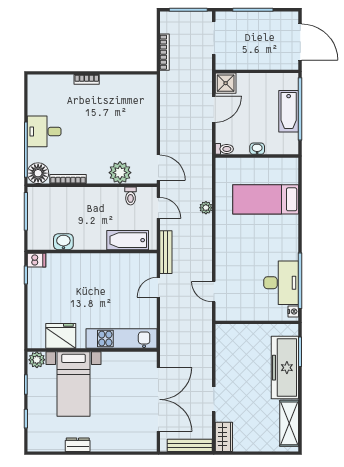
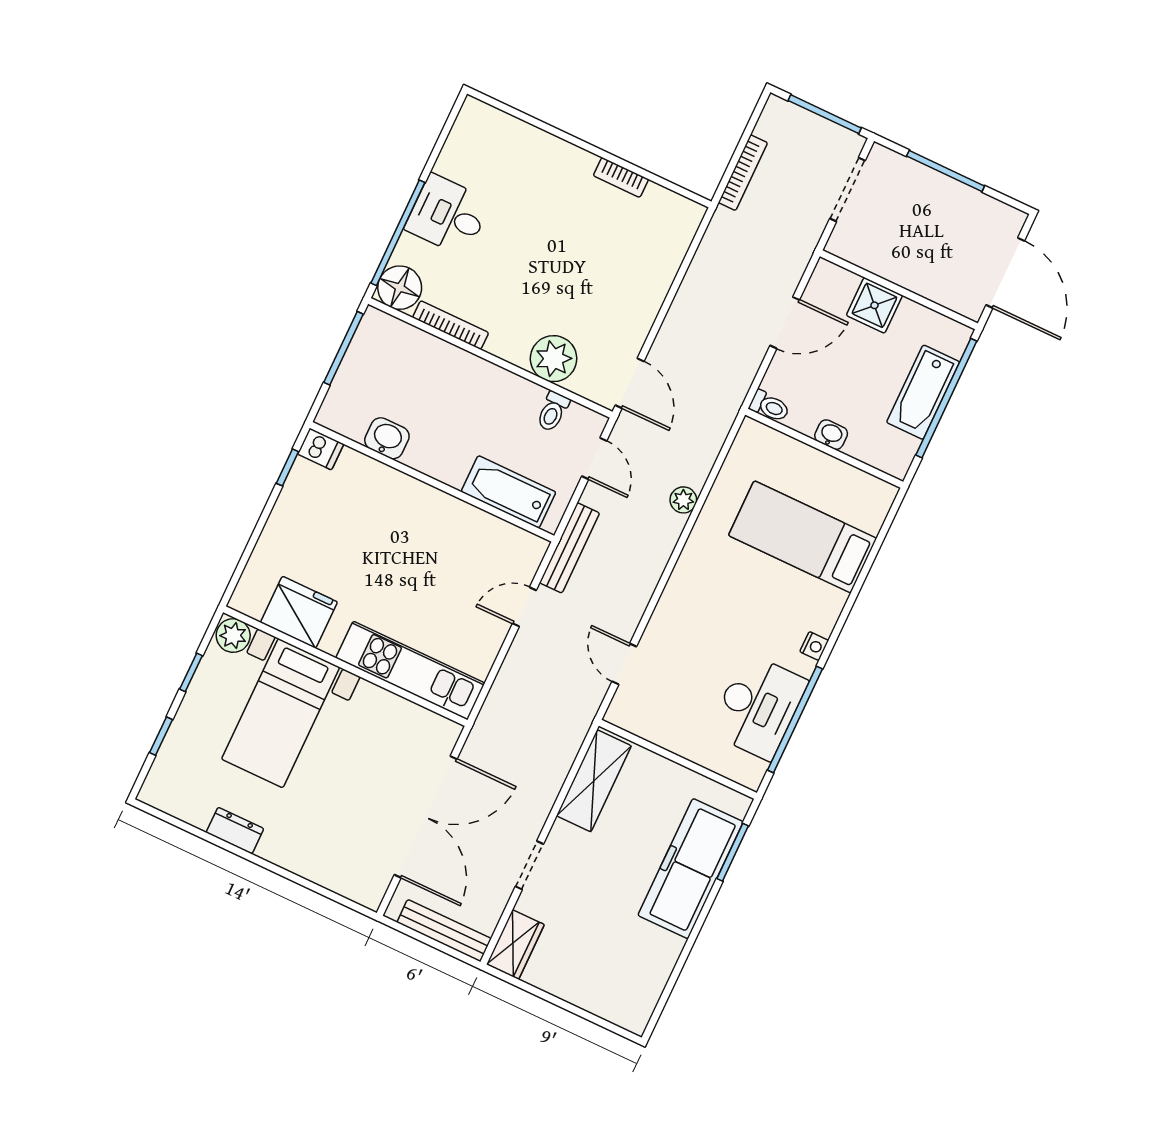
bookcase: (87, 79) -> (621, 177), moved
shower: (226, 83) -> (874, 305), moved
nightstand: (293, 311) -> (814, 646), moved
shelving: (289, 423) -> (594, 781), moved

